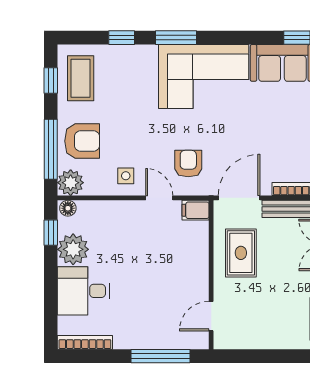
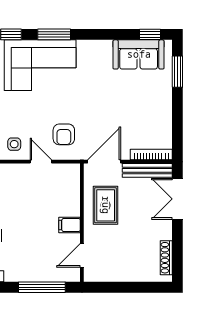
corner sofa: (204, 76) -> (40, 65), moved
armchair: (188, 164) -> (64, 134), turned 180
filing cabinet: (196, 210) -> (70, 225), moved

